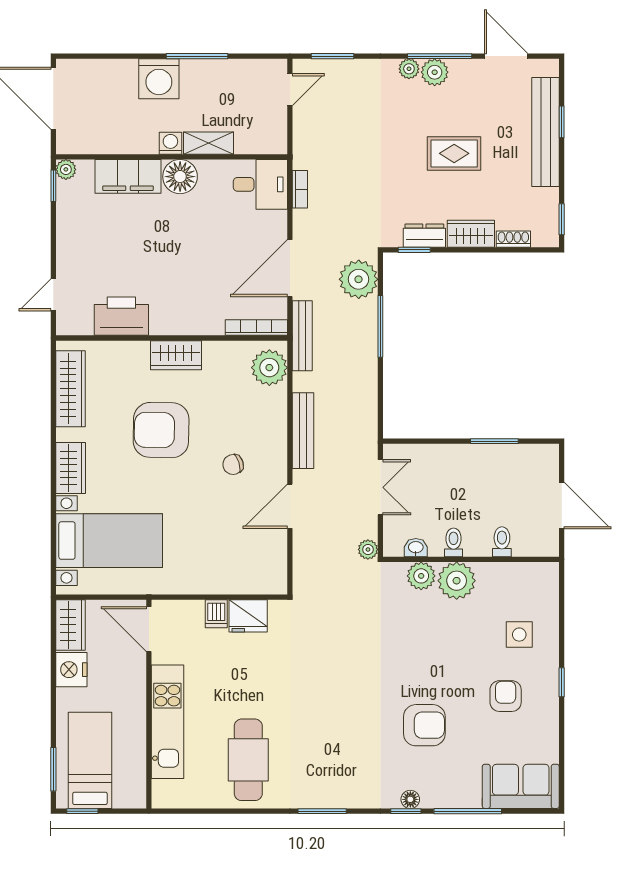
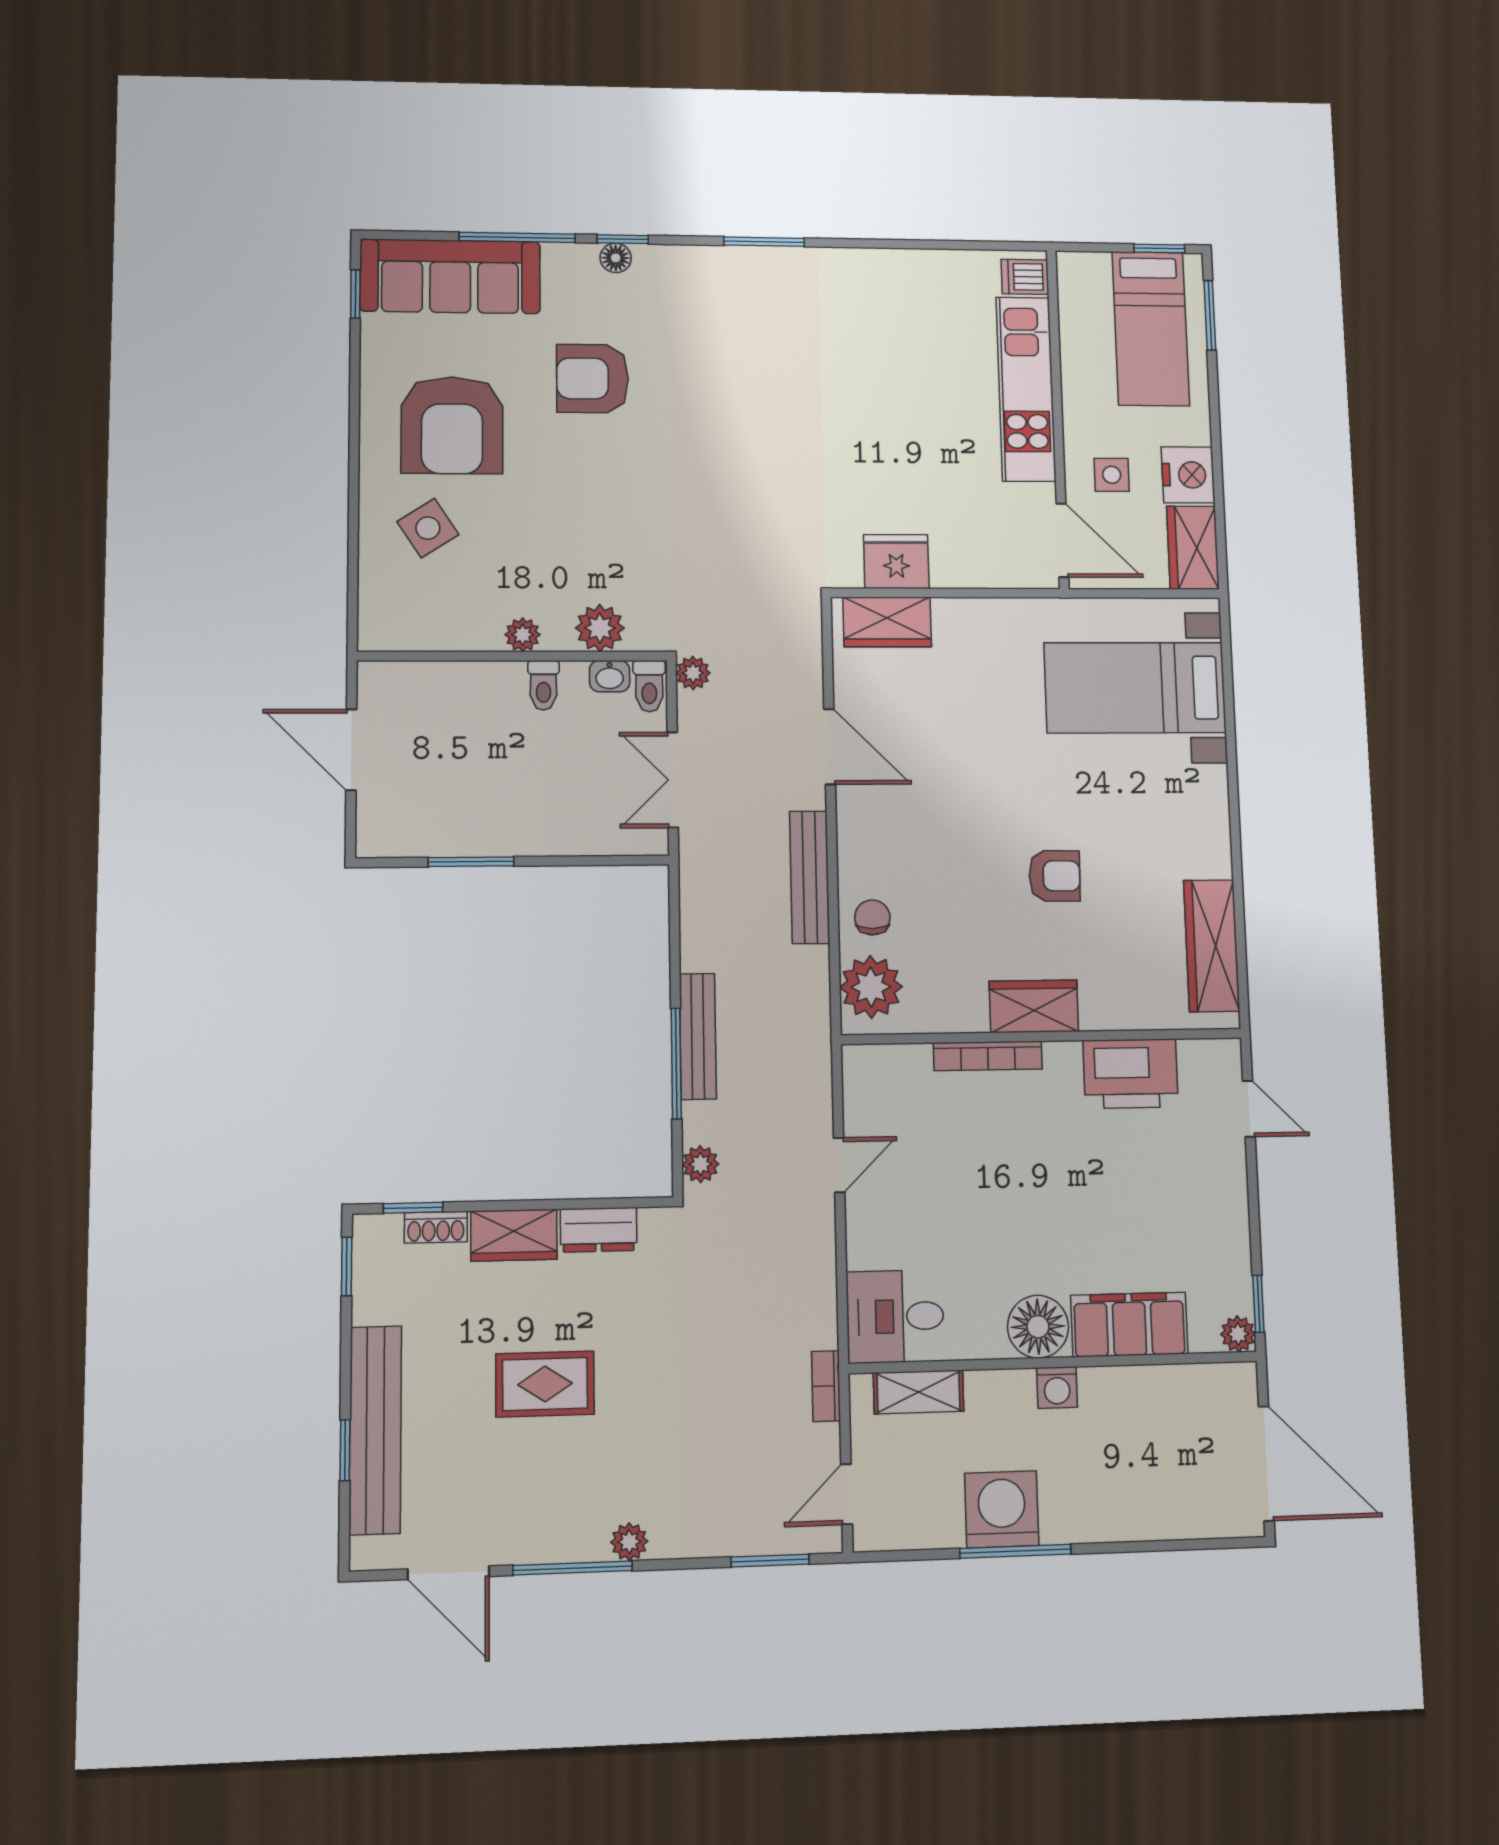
plant: (435, 72) -> (582, 1537), removed
washing machine: (159, 79) -> (1002, 1509), moved
shelving: (209, 143) -> (919, 1392), moved
bookcase: (300, 189) -> (826, 1386), moved
window: (414, 250) -> (413, 1208), moved
door: (290, 268) -> (839, 1165), width x0.53
plant: (359, 279) -> (700, 1164), width x0.53, depth x0.53
door: (53, 295) -> (1249, 1109), hinge flipped
bookcase: (256, 328) -> (988, 1056), moved
bench: (302, 336) -> (698, 1036), moved
armchair: (161, 430) -> (1055, 876), width x0.53, depth x0.53
chair: (233, 465) -> (872, 917), moved, turned -72
wardrobe: (71, 468) -> (887, 622), moved, turned -90
door: (290, 506) -> (830, 747), hinge flipped
toilet: (502, 542) -> (649, 686), moved
plant: (457, 581) -> (523, 635), width x0.53, depth x0.53
dishwasher: (216, 614) -> (1025, 277), moved, turned -90
side table: (519, 635) -> (428, 528), turned -33
side table: (118, 669) -> (1112, 475), added
window: (562, 682) -> (355, 294), moved
armchair: (506, 696) -> (452, 425), width x1.88, depth x1.88
cafe table: (248, 760) -> (890, 326), removed
sofa: (521, 786) -> (450, 276), width x1.36

